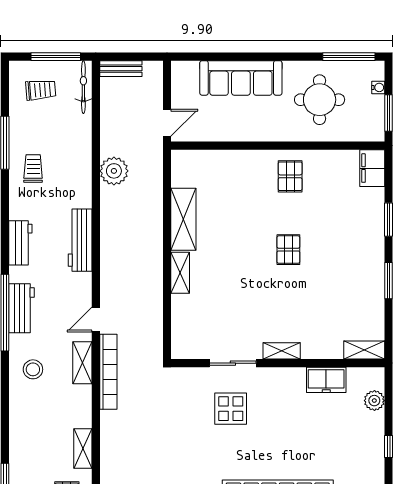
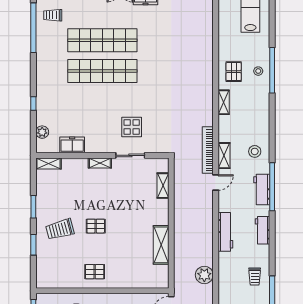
filing cabinet: (372, 168) -> (44, 277), removed
pallet: (290, 176) -> (95, 272), turned 90
trolley: (346, 244) -> (60, 229), added
pallet: (288, 250) -> (96, 226), turned 90
shelving: (180, 273) -> (163, 186), moved

